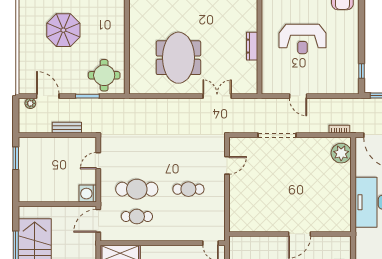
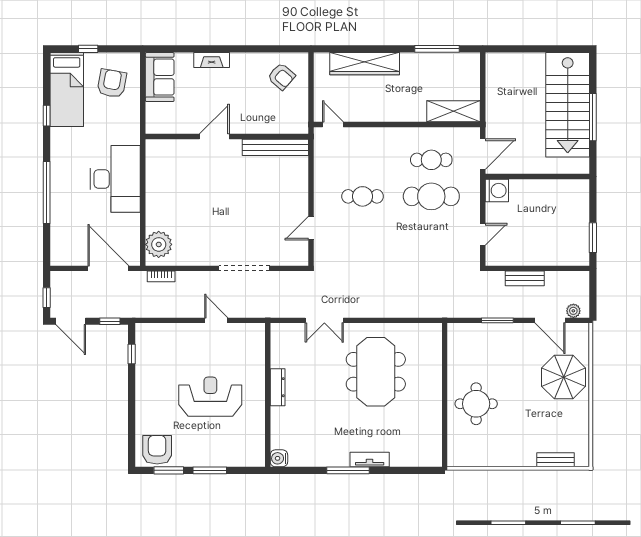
parasol: (63, 30) -> (564, 377), moved
round table: (104, 75) -> (476, 404), moved
bench: (254, 226) -> (275, 147), added

